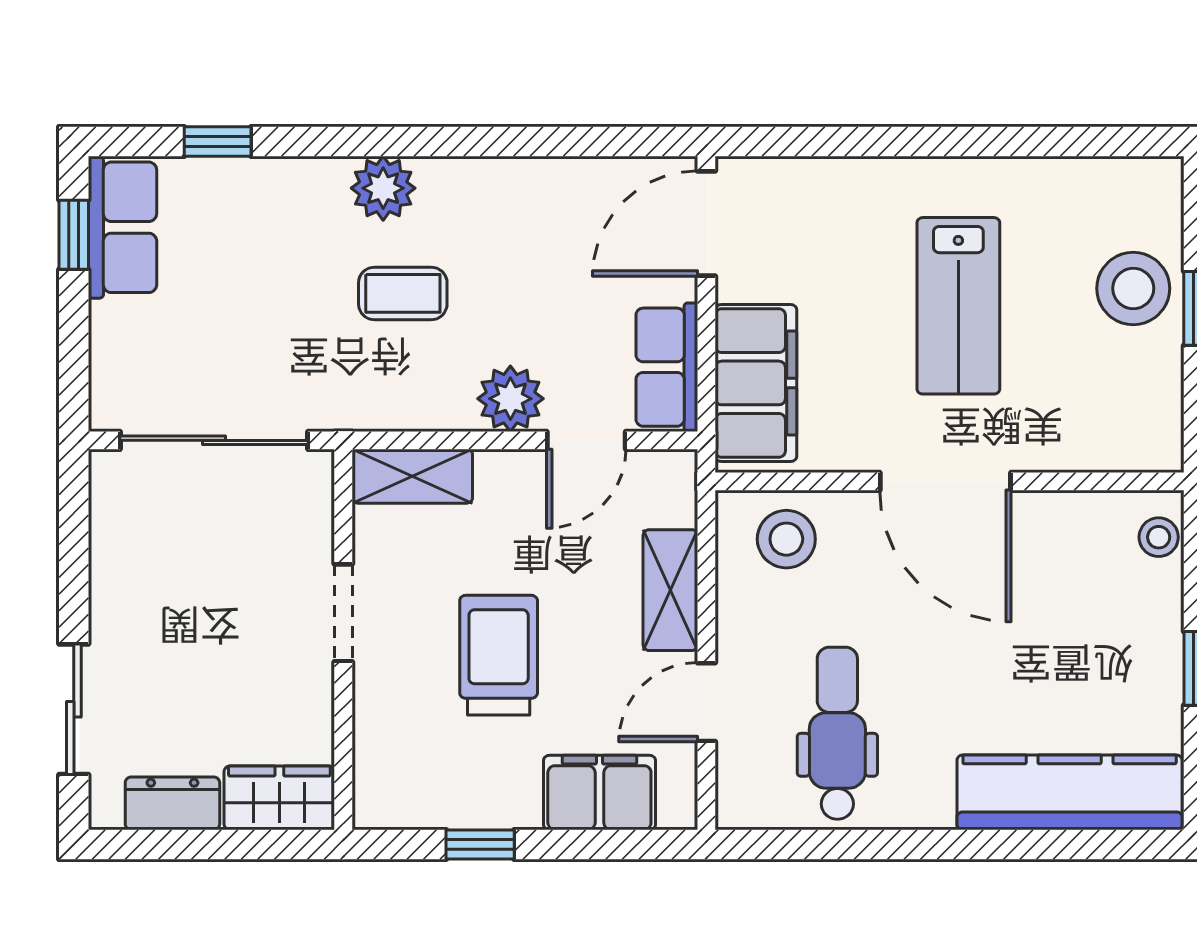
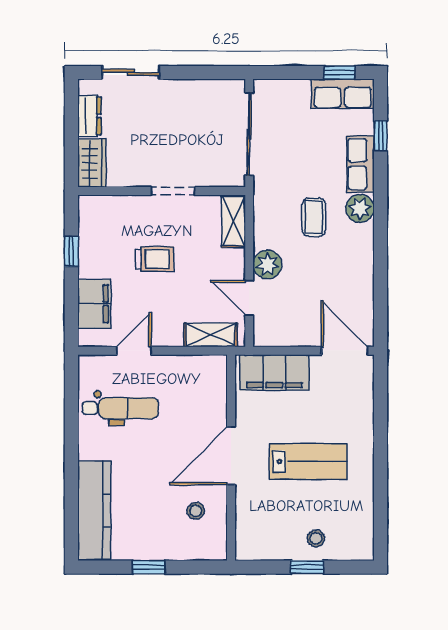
stool: (1133, 288) -> (316, 538), width x0.53, depth x0.53
lab bench: (958, 306) -> (308, 461), turned 180
row of seats: (667, 367) -> (361, 164), moved, turned -90
stool: (1159, 537) -> (196, 511), moved
stool: (786, 539) -> (206, 386), removed
shelving: (670, 590) -> (211, 335), moved
trolley: (499, 655) -> (155, 259), width x0.73, depth x0.72
door: (706, 702) -> (134, 351), hinge flipped

